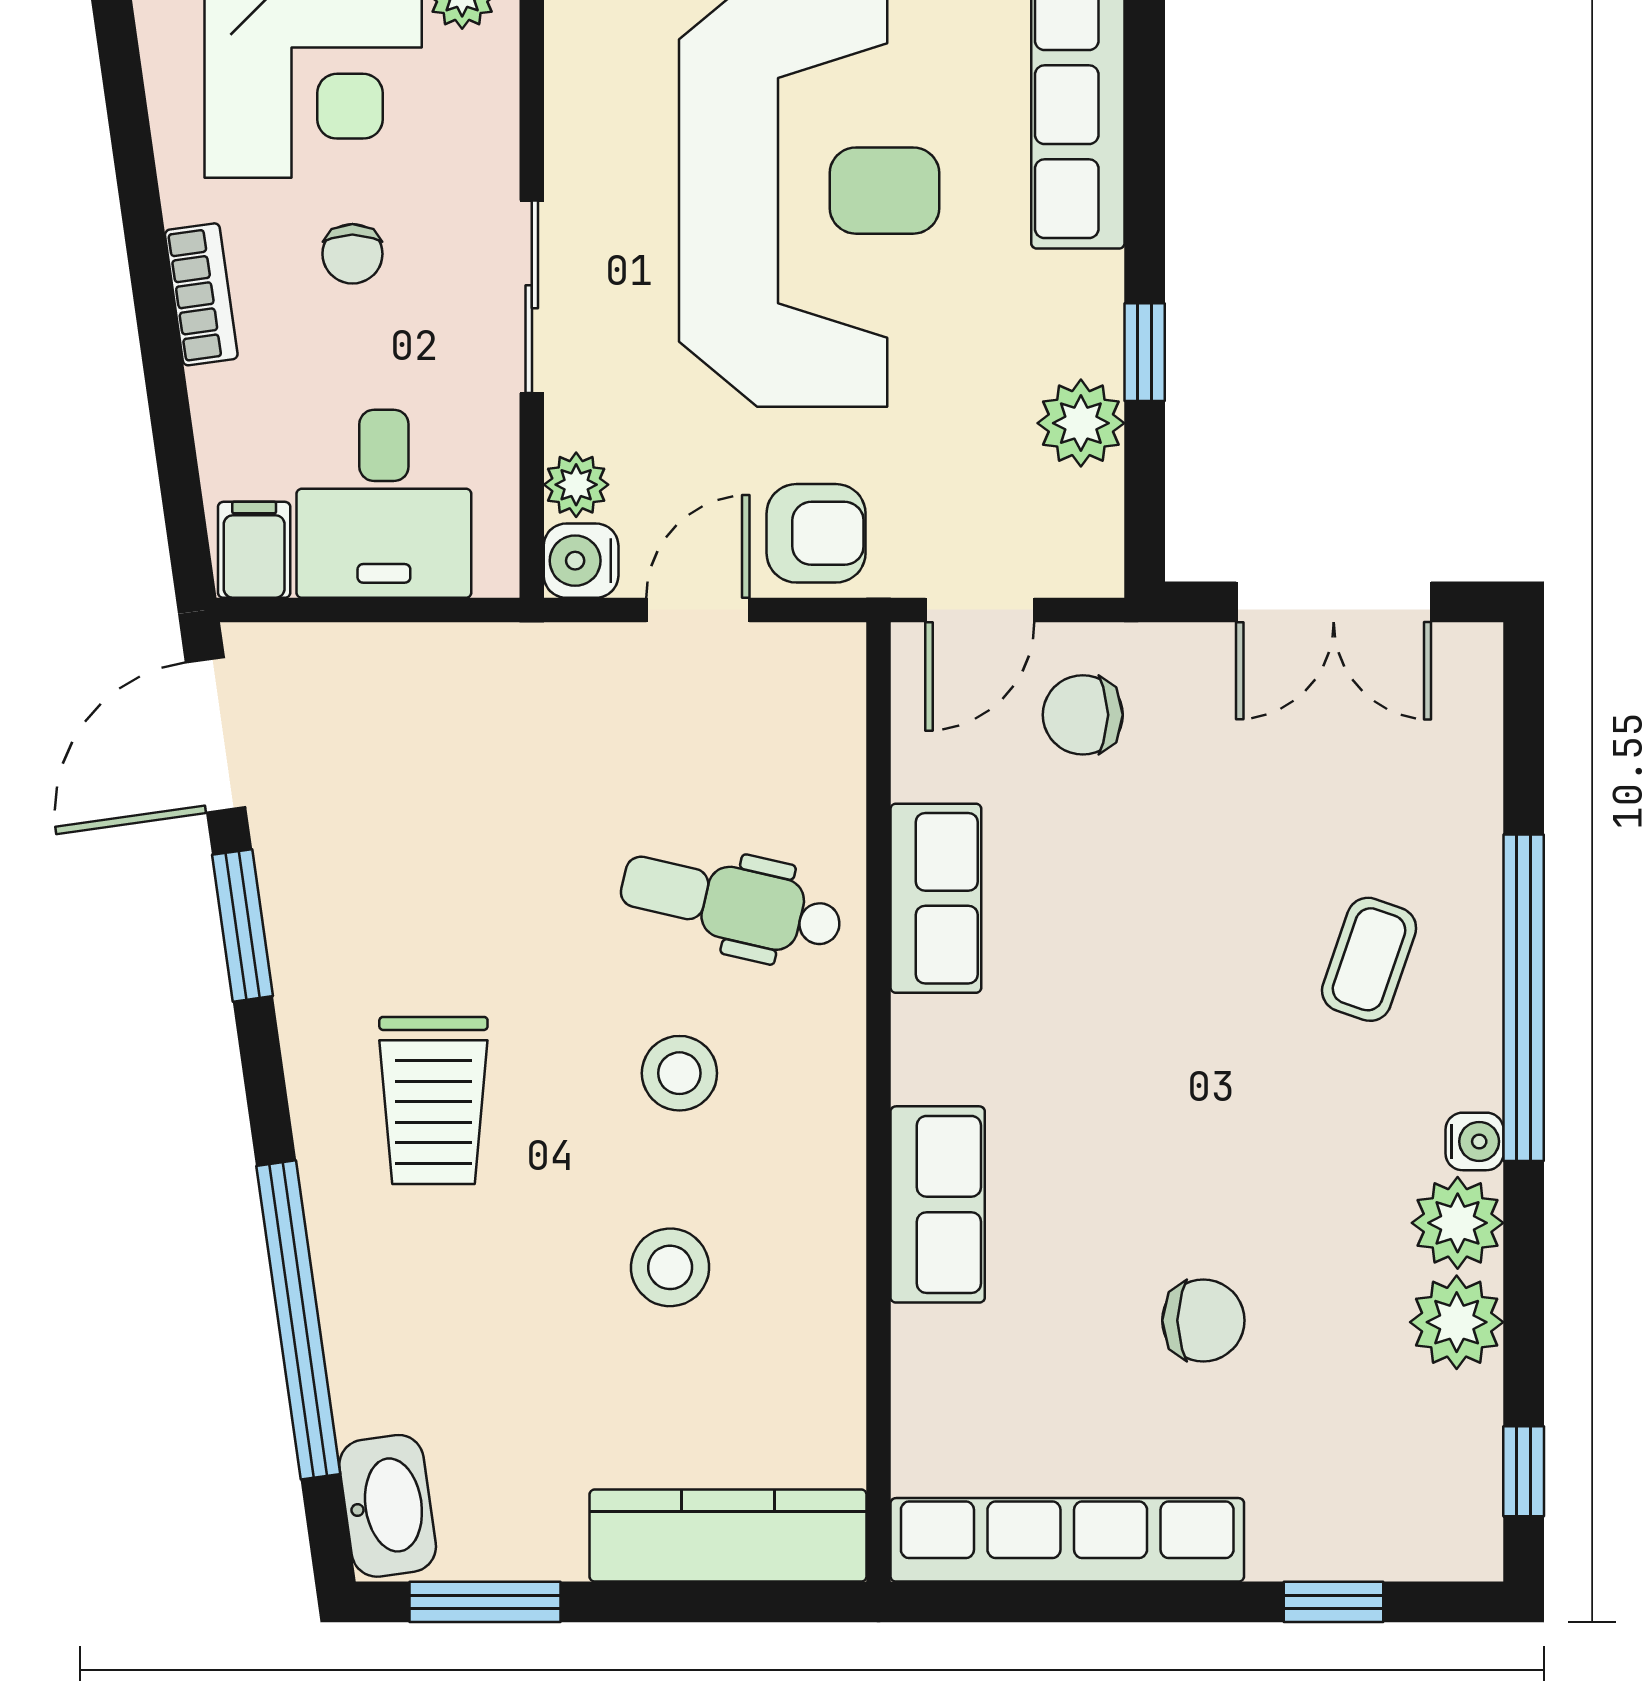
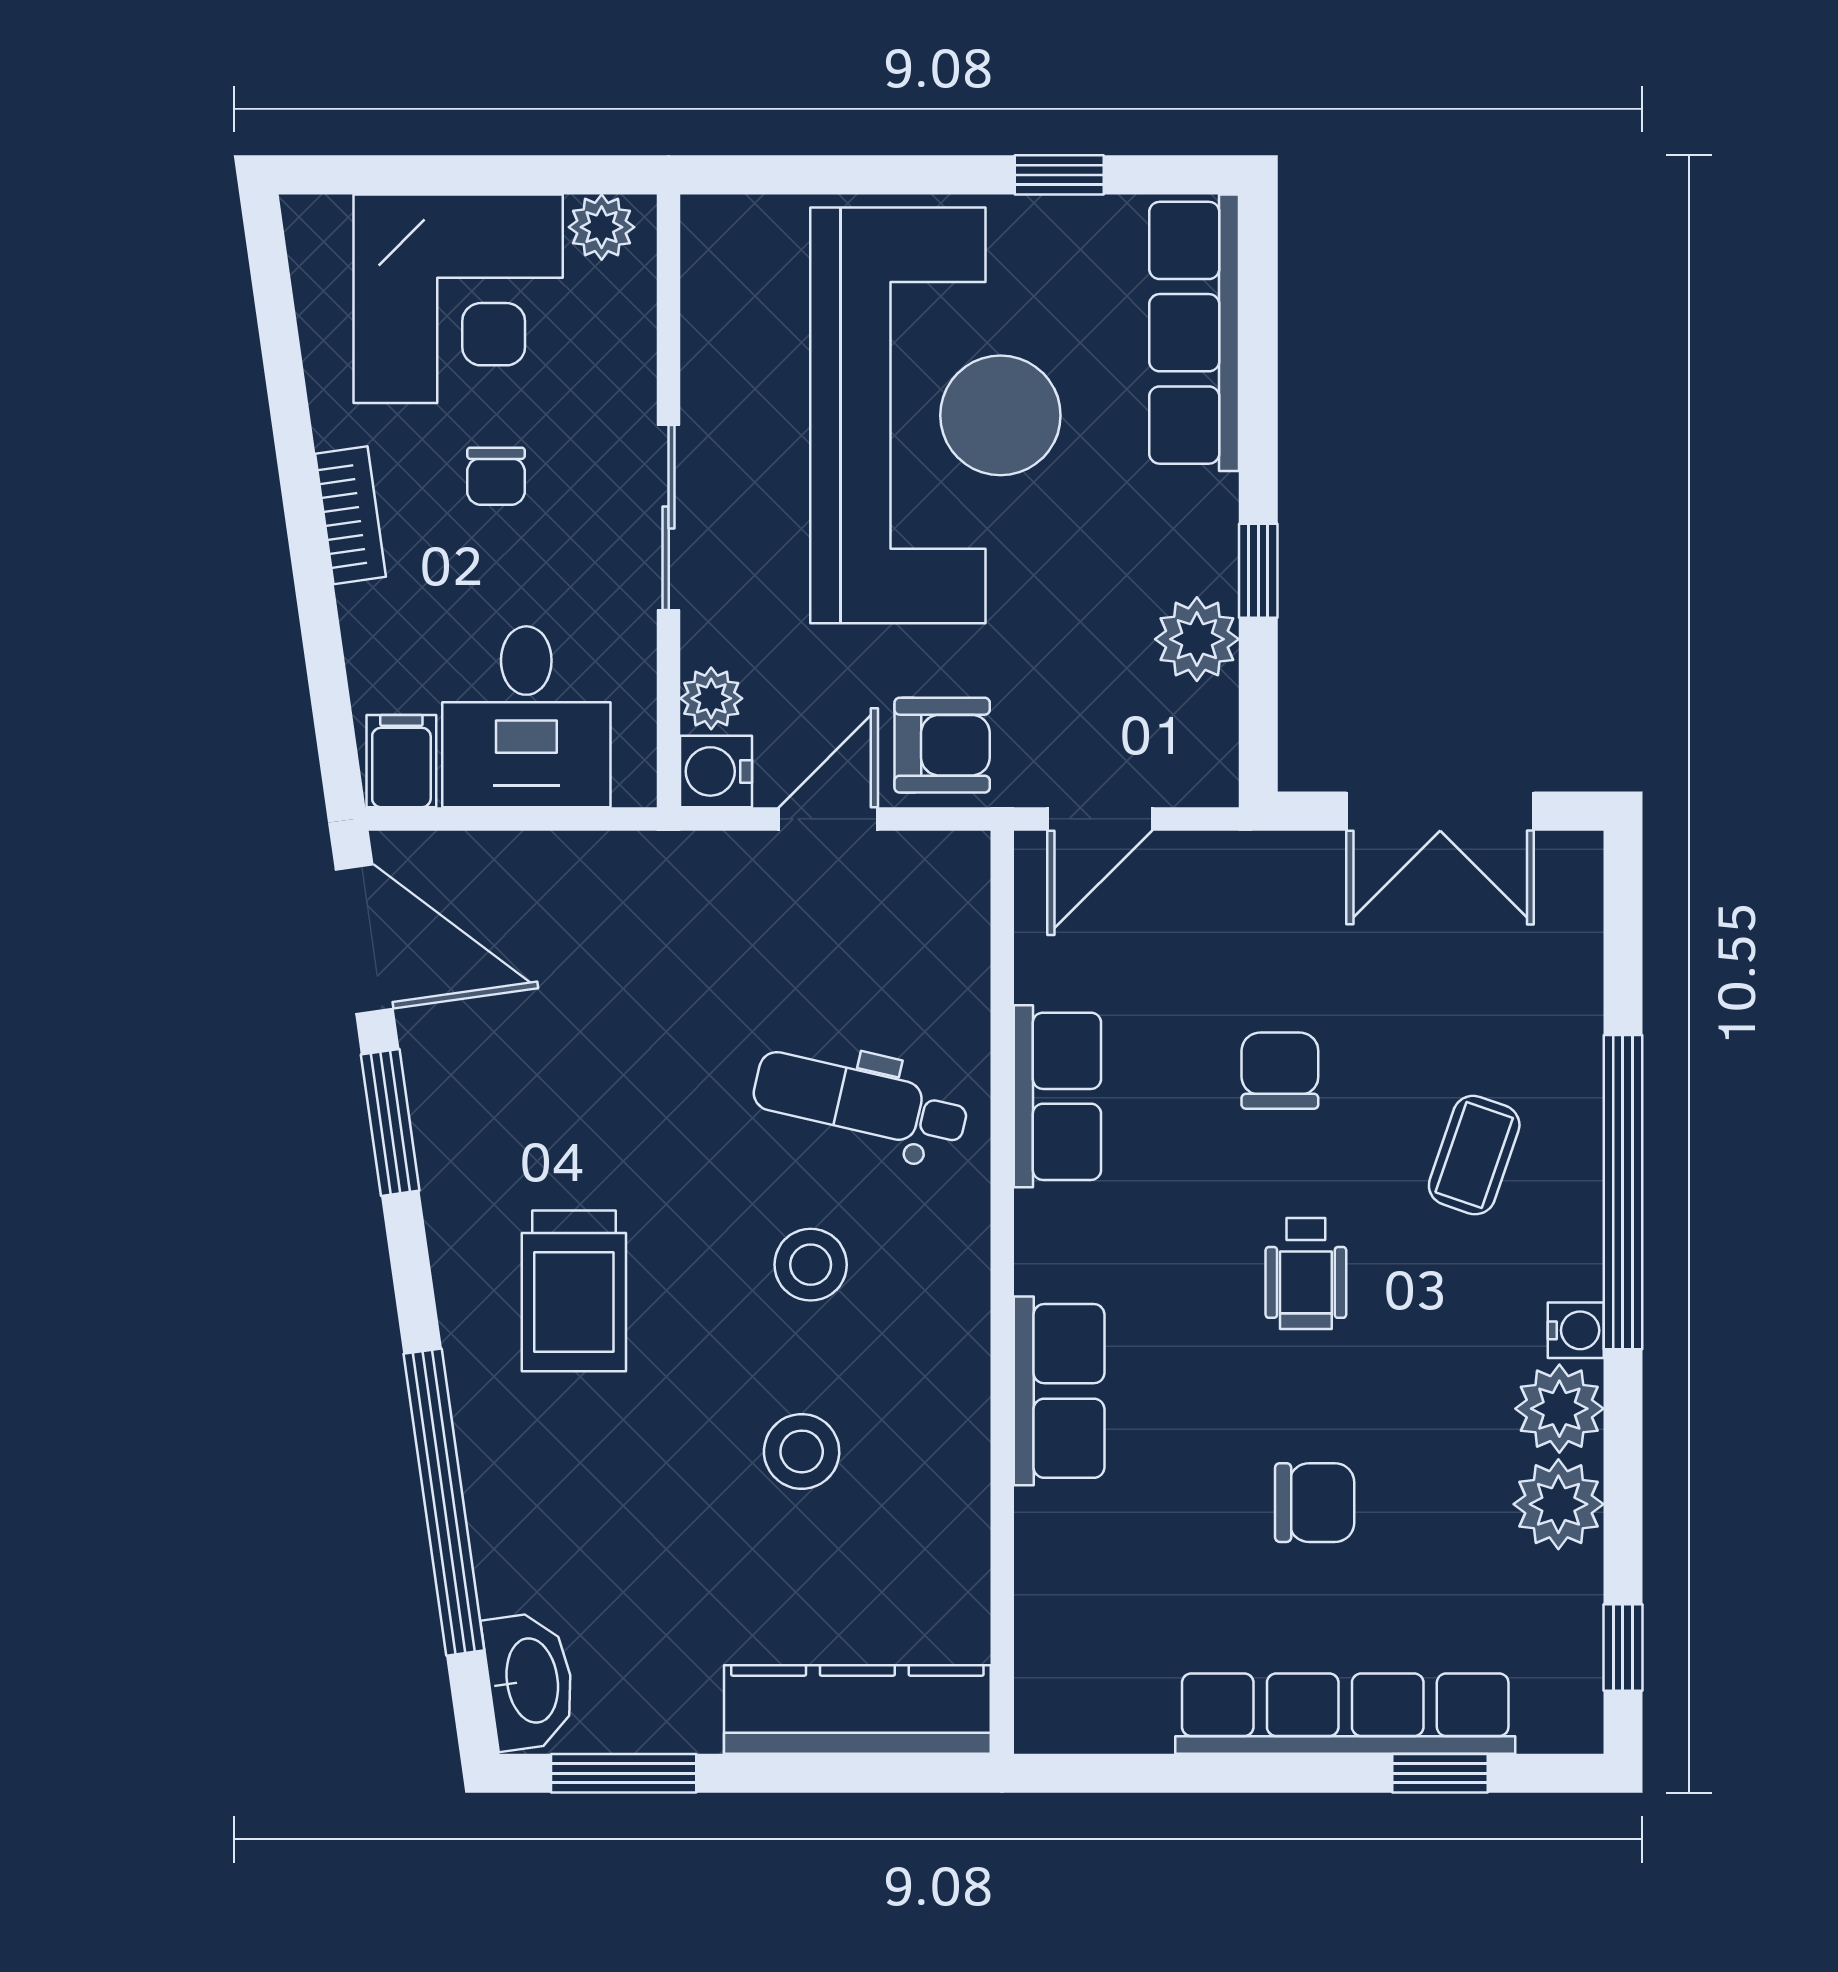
chair: (1083, 715) -> (1280, 1071), moved, turned 90
door: (216, 735) -> (364, 939), swing flipped
wheelchair: (1194, 1082) -> (1306, 1274), added
row of seats: (1067, 1540) -> (1345, 1714), moved

